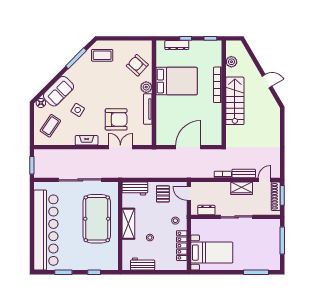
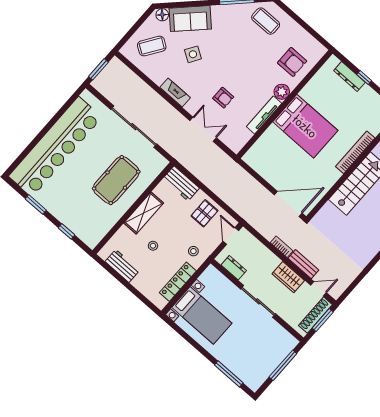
armchair: (137, 65) -> (292, 62), turned 138
bed: (177, 81) -> (305, 126), moved
armchair: (116, 119) -> (223, 98), width x0.53, depth x0.53
door: (188, 147) -> (288, 204), moved
pool table: (97, 219) -> (116, 180), width x0.73, depth x0.76

